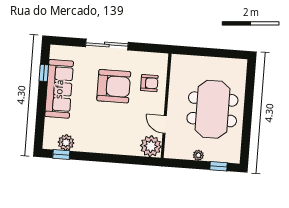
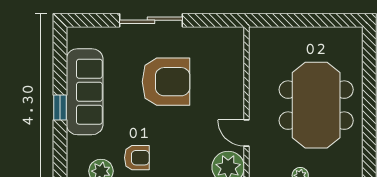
window: (44, 73) -> (60, 108), moved
armchair: (149, 83) -> (137, 158), moved

